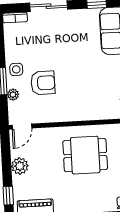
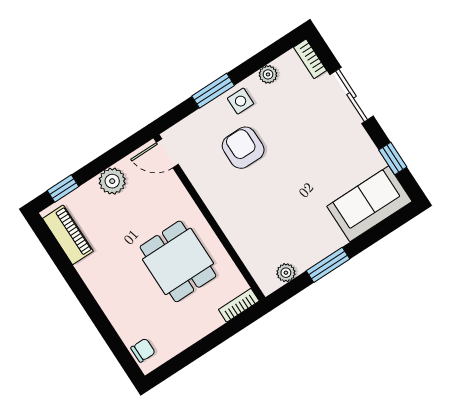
armchair: (43, 83) -> (243, 148), turned 180
plant: (13, 95) -> (268, 74), moved

